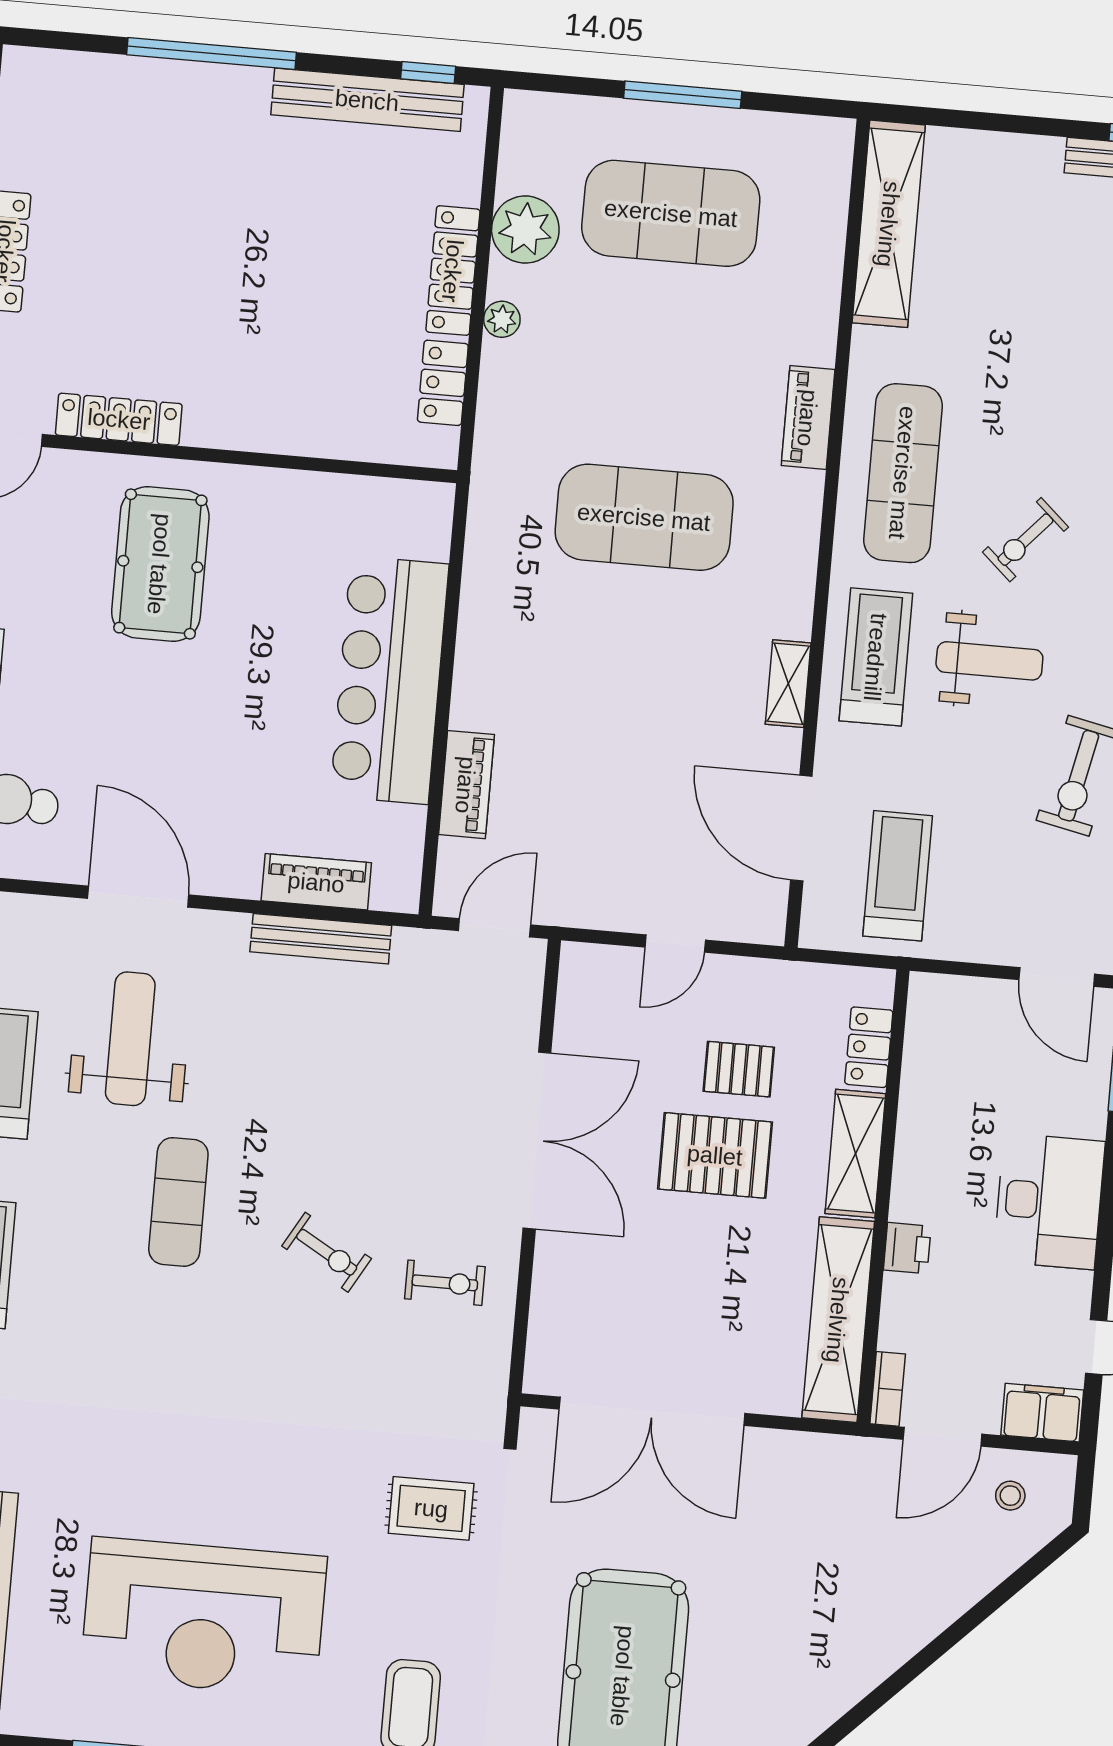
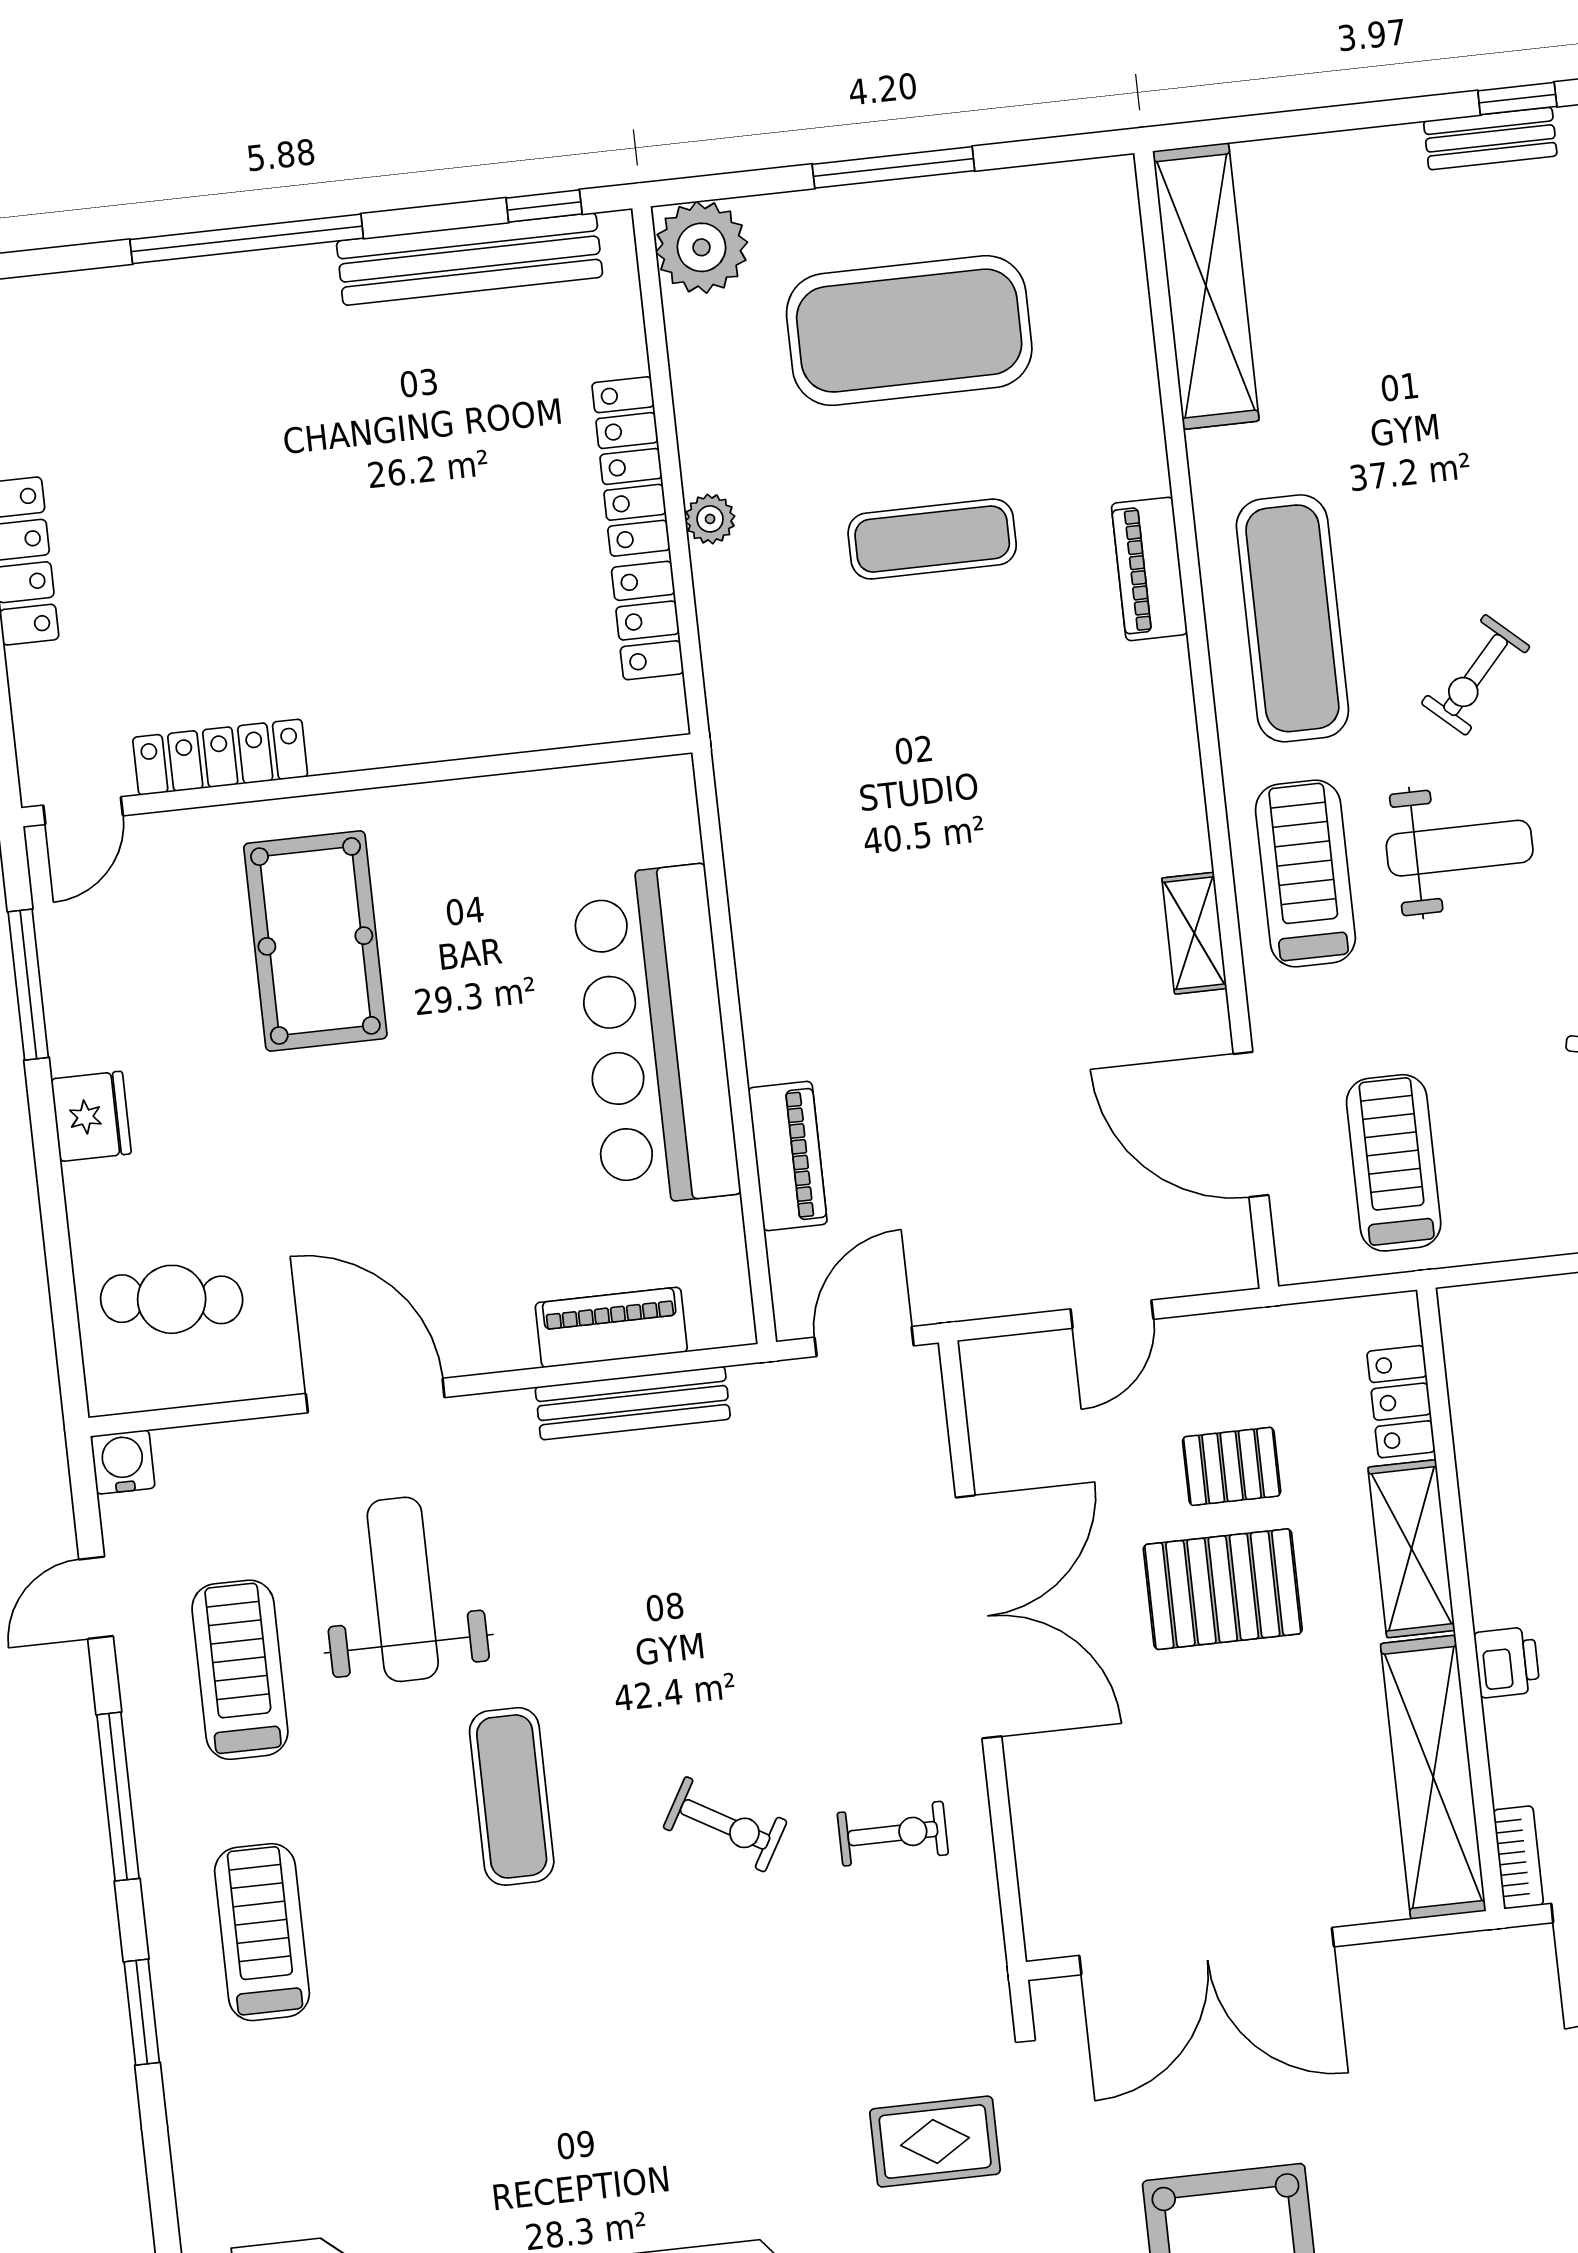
plant: (525, 230) -> (702, 247), moved
exercise mat: (644, 517) -> (932, 539), moved, width x0.50, depth x0.69

